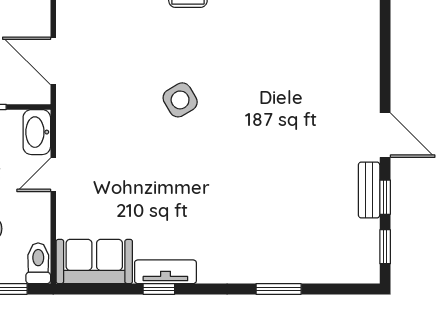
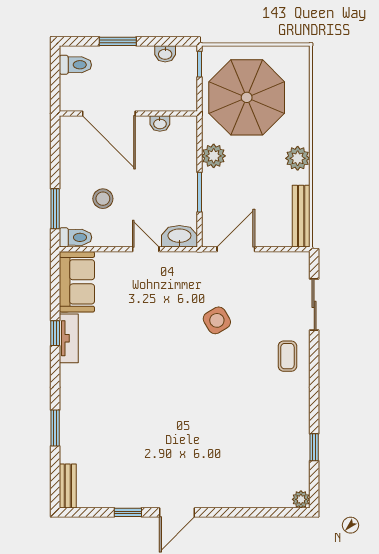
side table: (180, 100) -> (217, 320), moved
bench: (369, 190) -> (68, 486), moved, turned 90
window: (385, 247) -> (89, 512), removed

